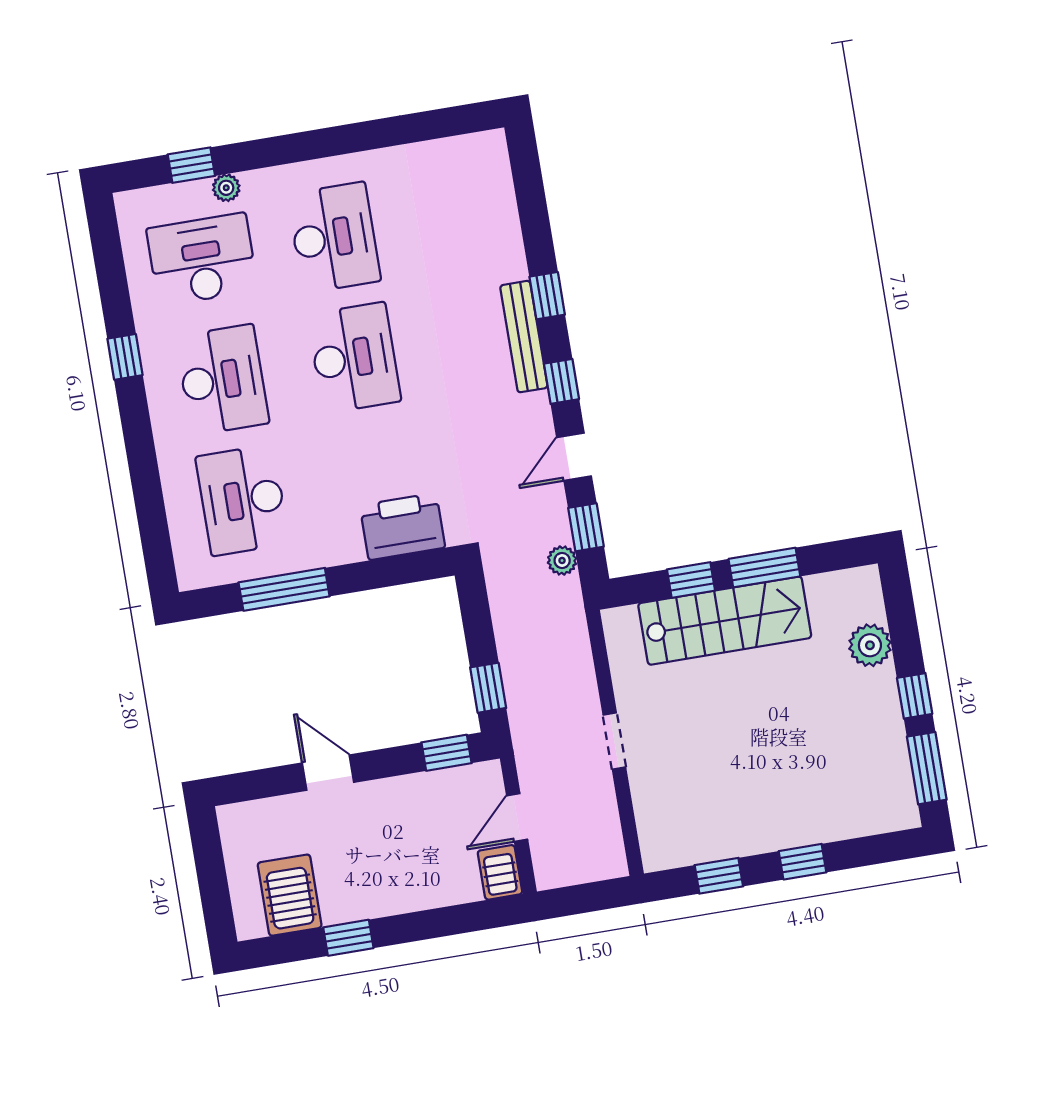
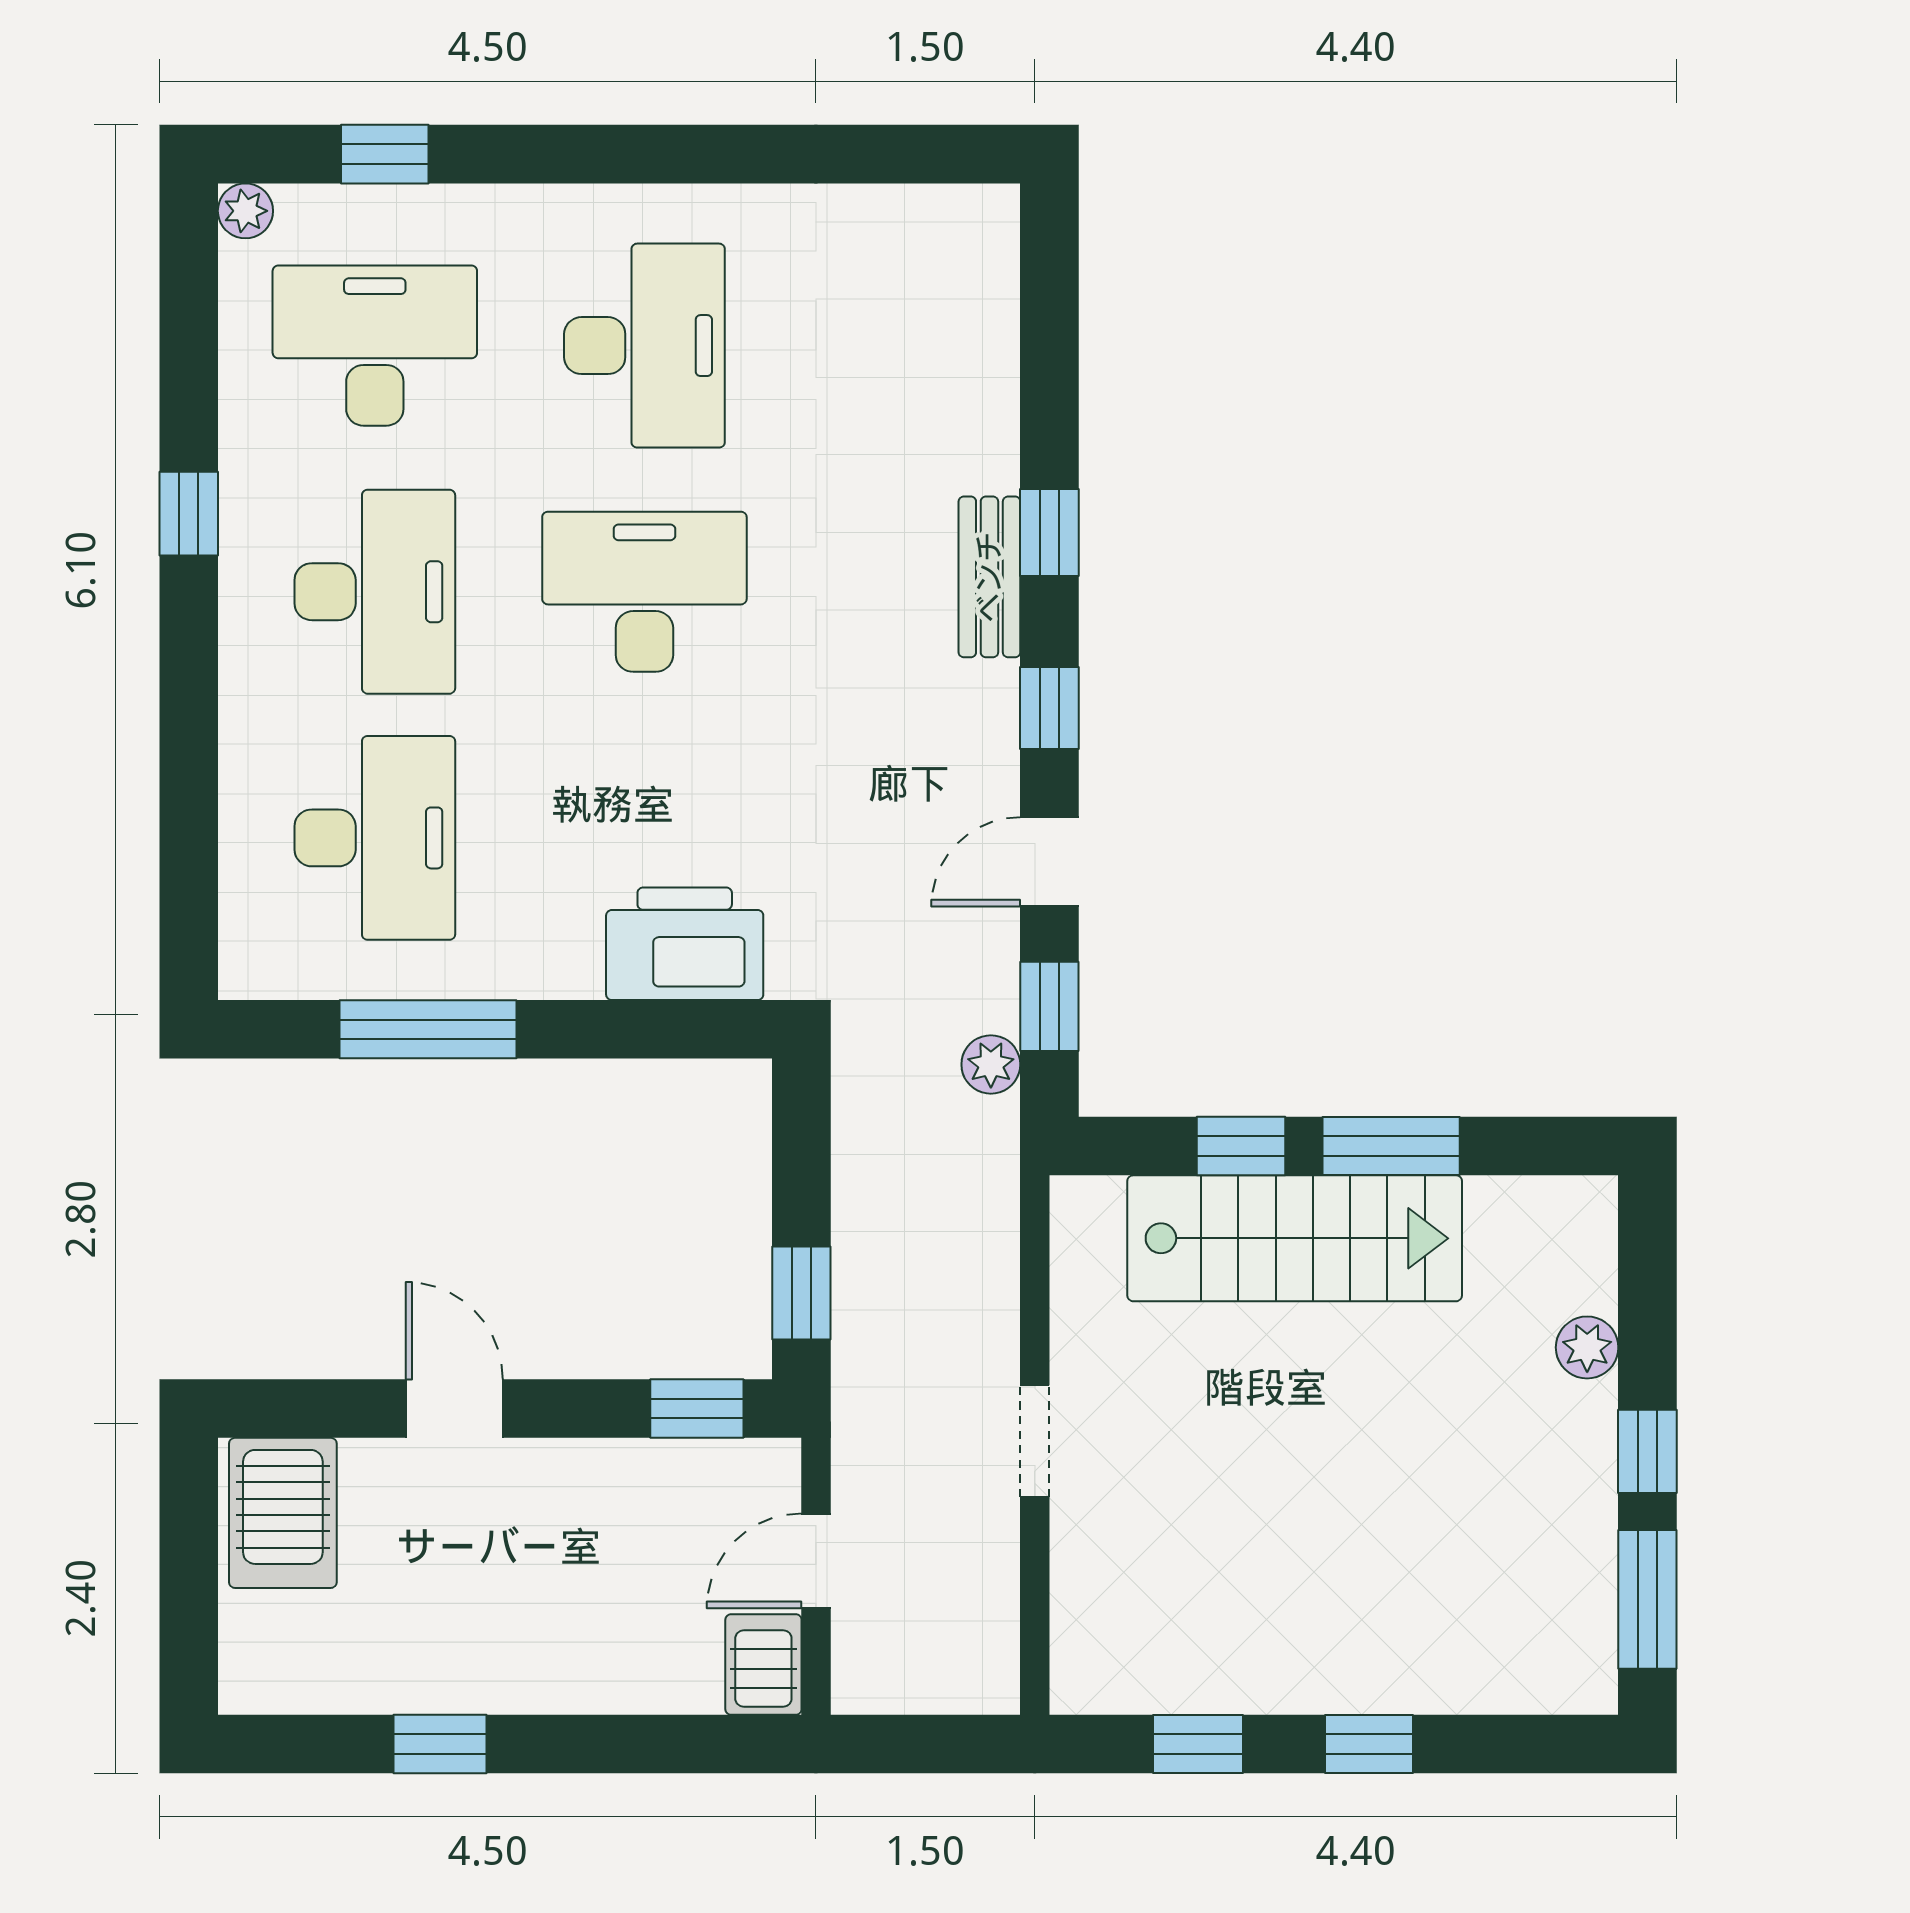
plant: (226, 188) -> (245, 211), moved
bench: (524, 337) -> (989, 577), width x0.73
desk: (354, 358) -> (644, 592), turned -90
desk: (242, 500) -> (375, 838), turned 180
plant: (870, 645) -> (1587, 1347), width x0.73, depth x0.73
server rack: (290, 895) -> (283, 1513), moved, turned 180

